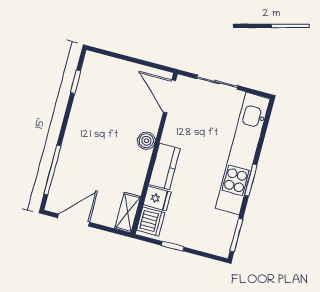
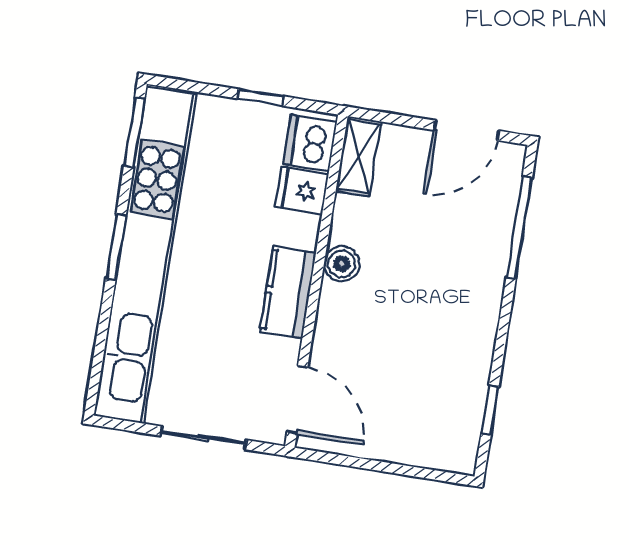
boiler: (146, 141) -> (342, 264), moved
kitchen unit: (243, 154) -> (145, 255), width x1.36
kitchen counter: (164, 167) -> (288, 292), moved

